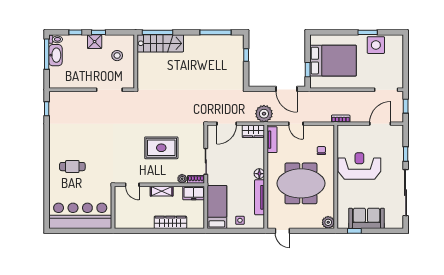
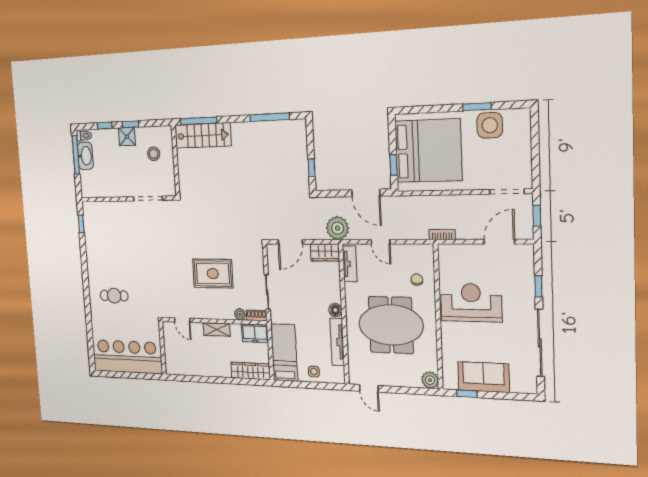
window: (246, 55) -> (312, 168), moved
bed: (333, 61) -> (428, 151), width x1.36
wardrobe: (170, 222) -> (251, 371), moved

